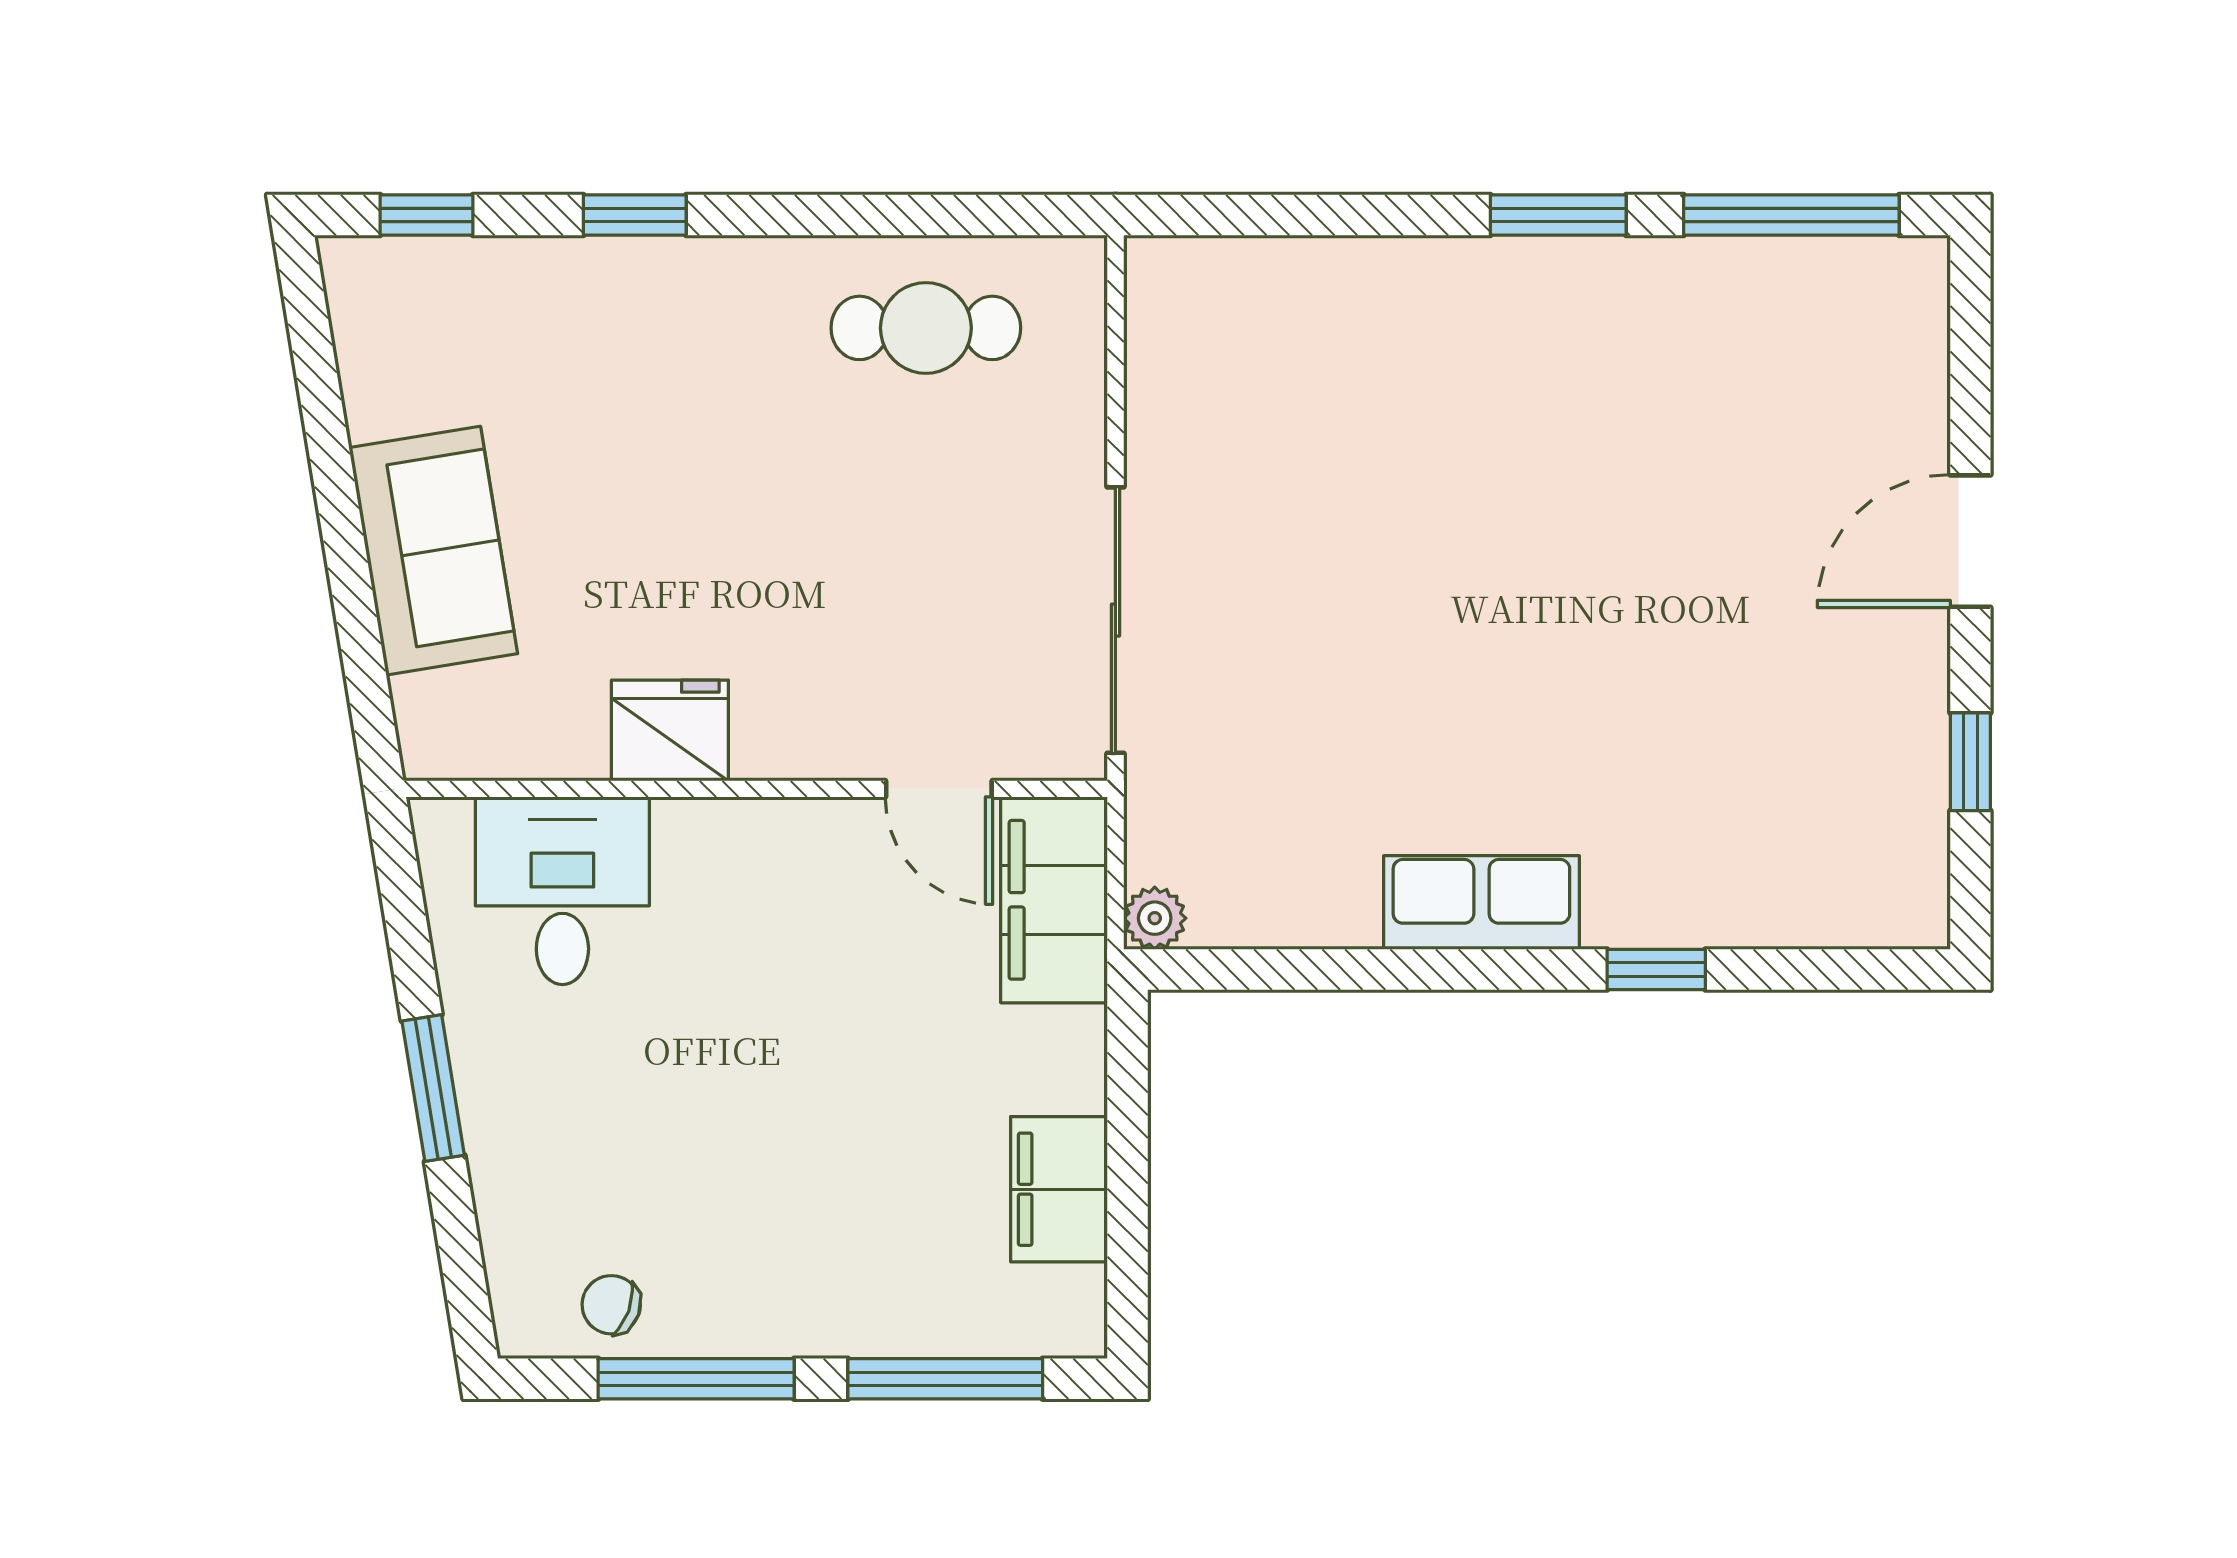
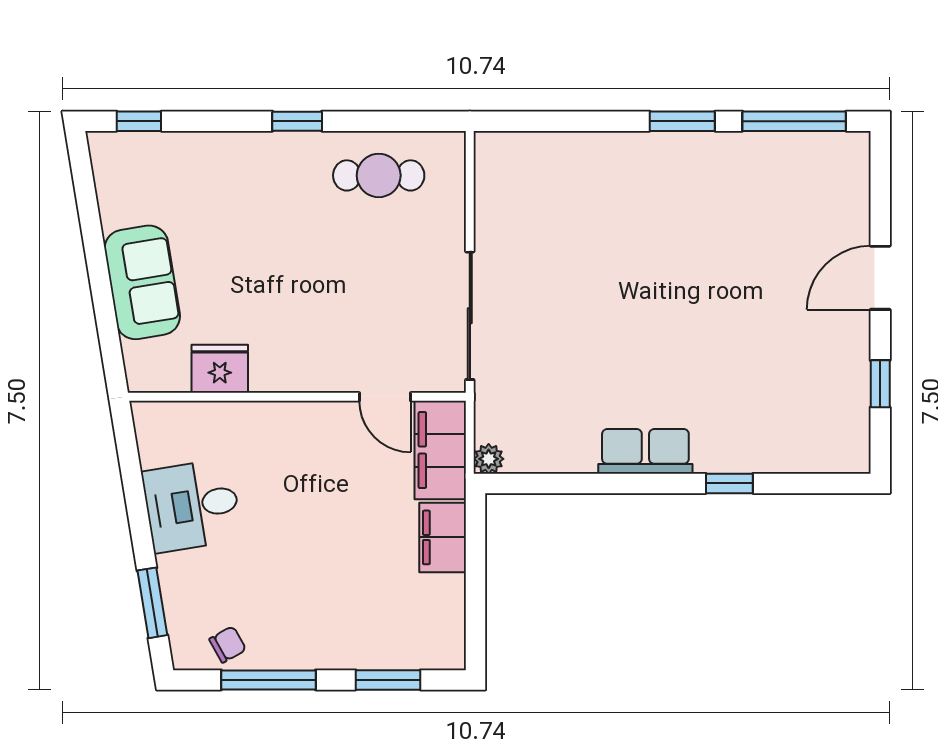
window: (635, 215) -> (297, 121), moved
fridge: (670, 730) -> (220, 369), moved
desk: (562, 891) -> (192, 506), moved, turned -99
window: (433, 1088) -> (152, 603), moved
filing cabinet: (1059, 1189) -> (443, 537), moved
chair: (611, 1305) -> (228, 644), turned 131
window: (945, 1379) -> (388, 680), width x0.69

